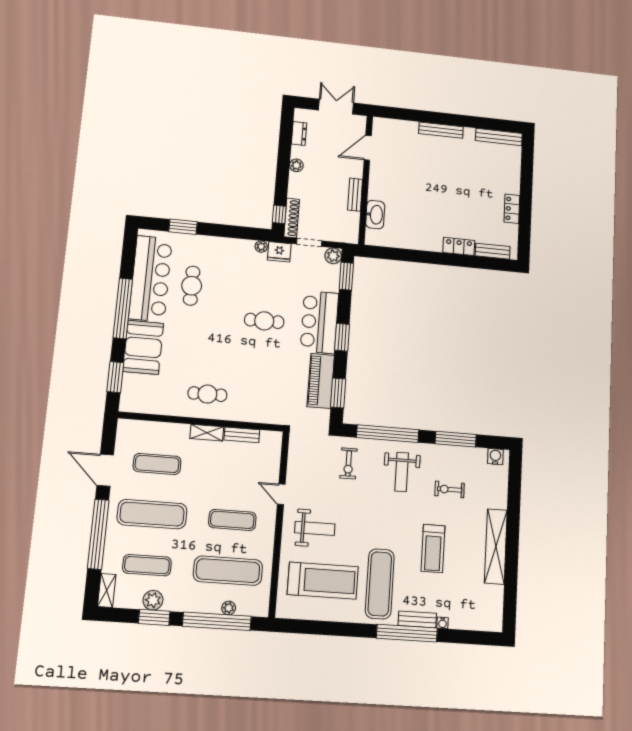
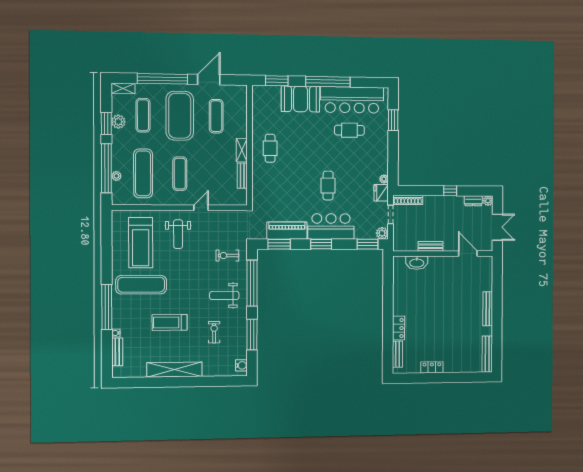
plant: (296, 165) -> (488, 201), moved
window: (279, 214) -> (450, 191), moved
exercise mat: (152, 514) -> (180, 116), width x1.47
bench: (417, 619) -> (117, 352), moved

